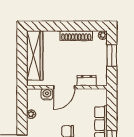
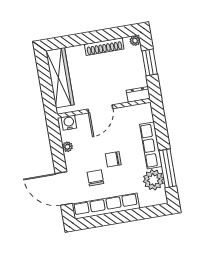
dresser: (87, 80) -> (138, 94), moved
water cooler: (47, 94) -> (69, 123), moved

